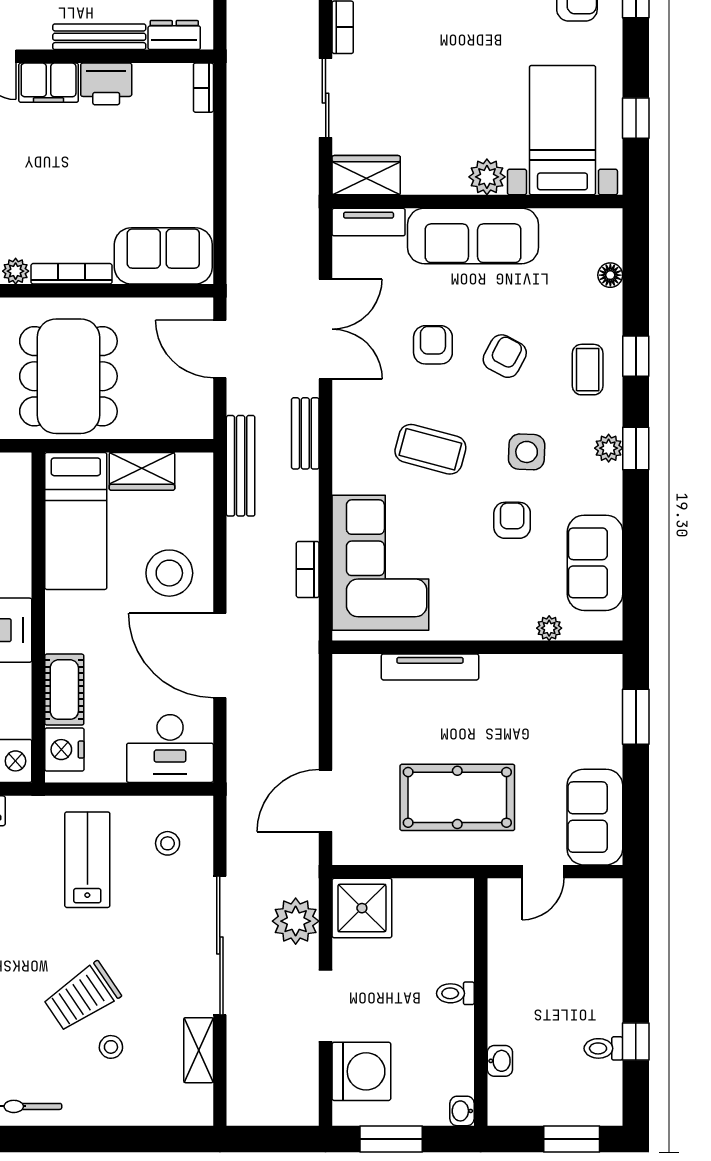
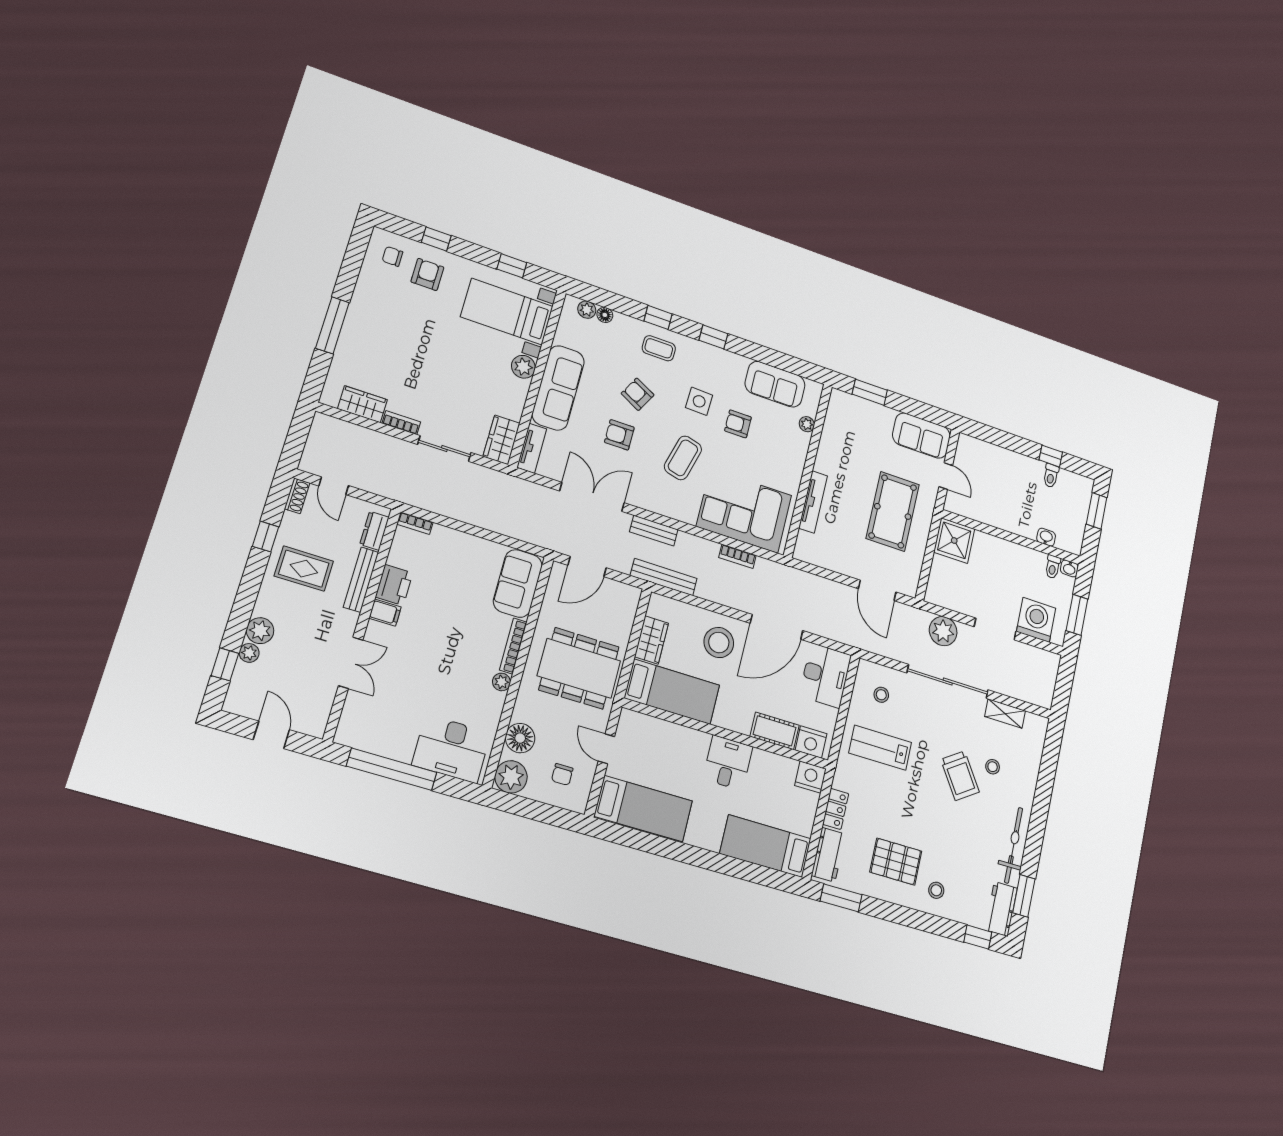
filing cabinet: (49, 83) -> (385, 613), width x0.50
plant: (609, 448) -> (587, 310), moved
shower: (362, 908) -> (954, 540), moved
toilet: (455, 993) -> (1053, 567), moved

